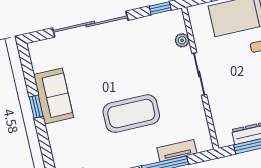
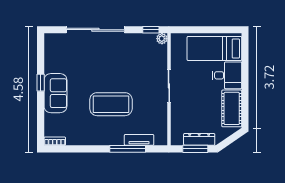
plant: (182, 40) -> (162, 39), moved
sofa: (53, 96) -> (55, 93), moved

